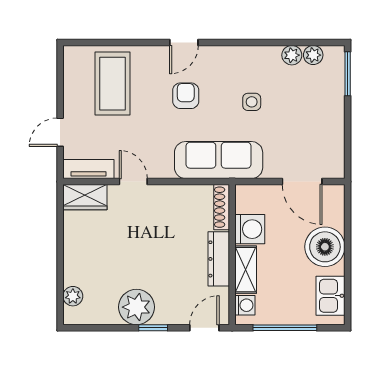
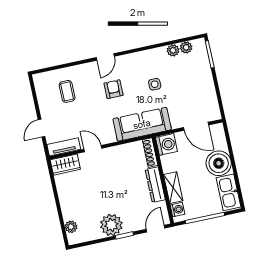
coffee table: (112, 84) -> (67, 91), width x0.54, depth x0.58
washing machine: (250, 229) -> (166, 144), moved
kitchen sink: (330, 296) -> (229, 192), width x1.38

